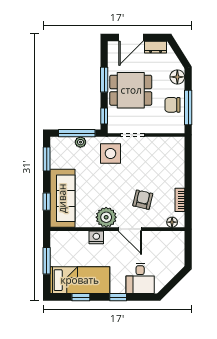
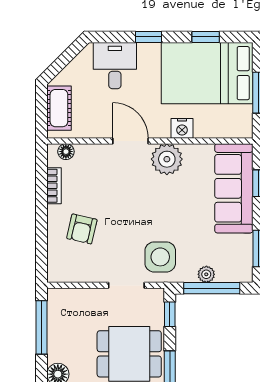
chair: (172, 105) -> (65, 331), removed
armchair: (143, 200) -> (82, 229), moved
cot: (177, 251) -> (59, 108), added
bed: (80, 280) -> (207, 73), width x1.50

